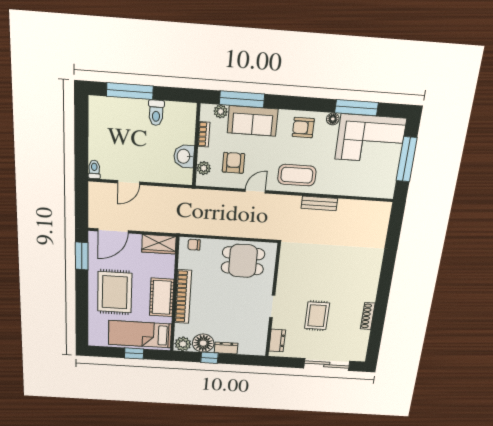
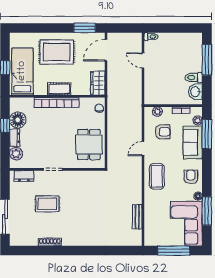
washbasin: (184, 156) -> (195, 92), moved, turned -90
door: (255, 191) -> (143, 149), swing flipped
bench: (319, 203) -> (137, 217), moved
door: (113, 231) -> (106, 50), hinge flipped
cot: (162, 297) -> (59, 89), width x0.73, depth x0.75
plant: (183, 344) -> (16, 154), moved

